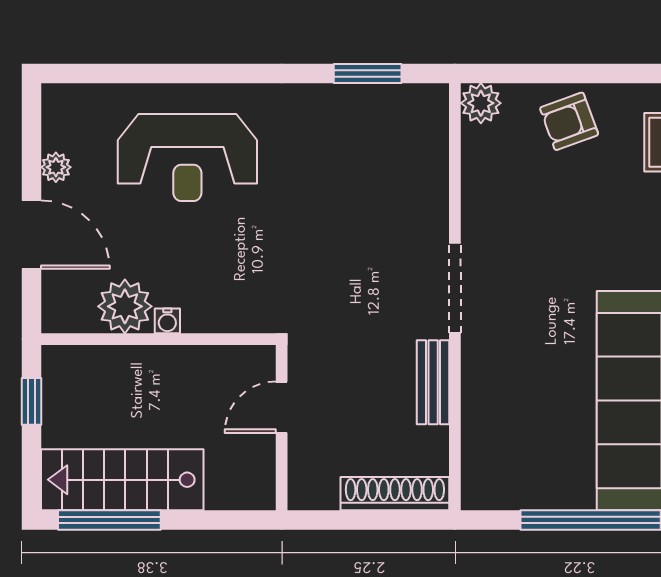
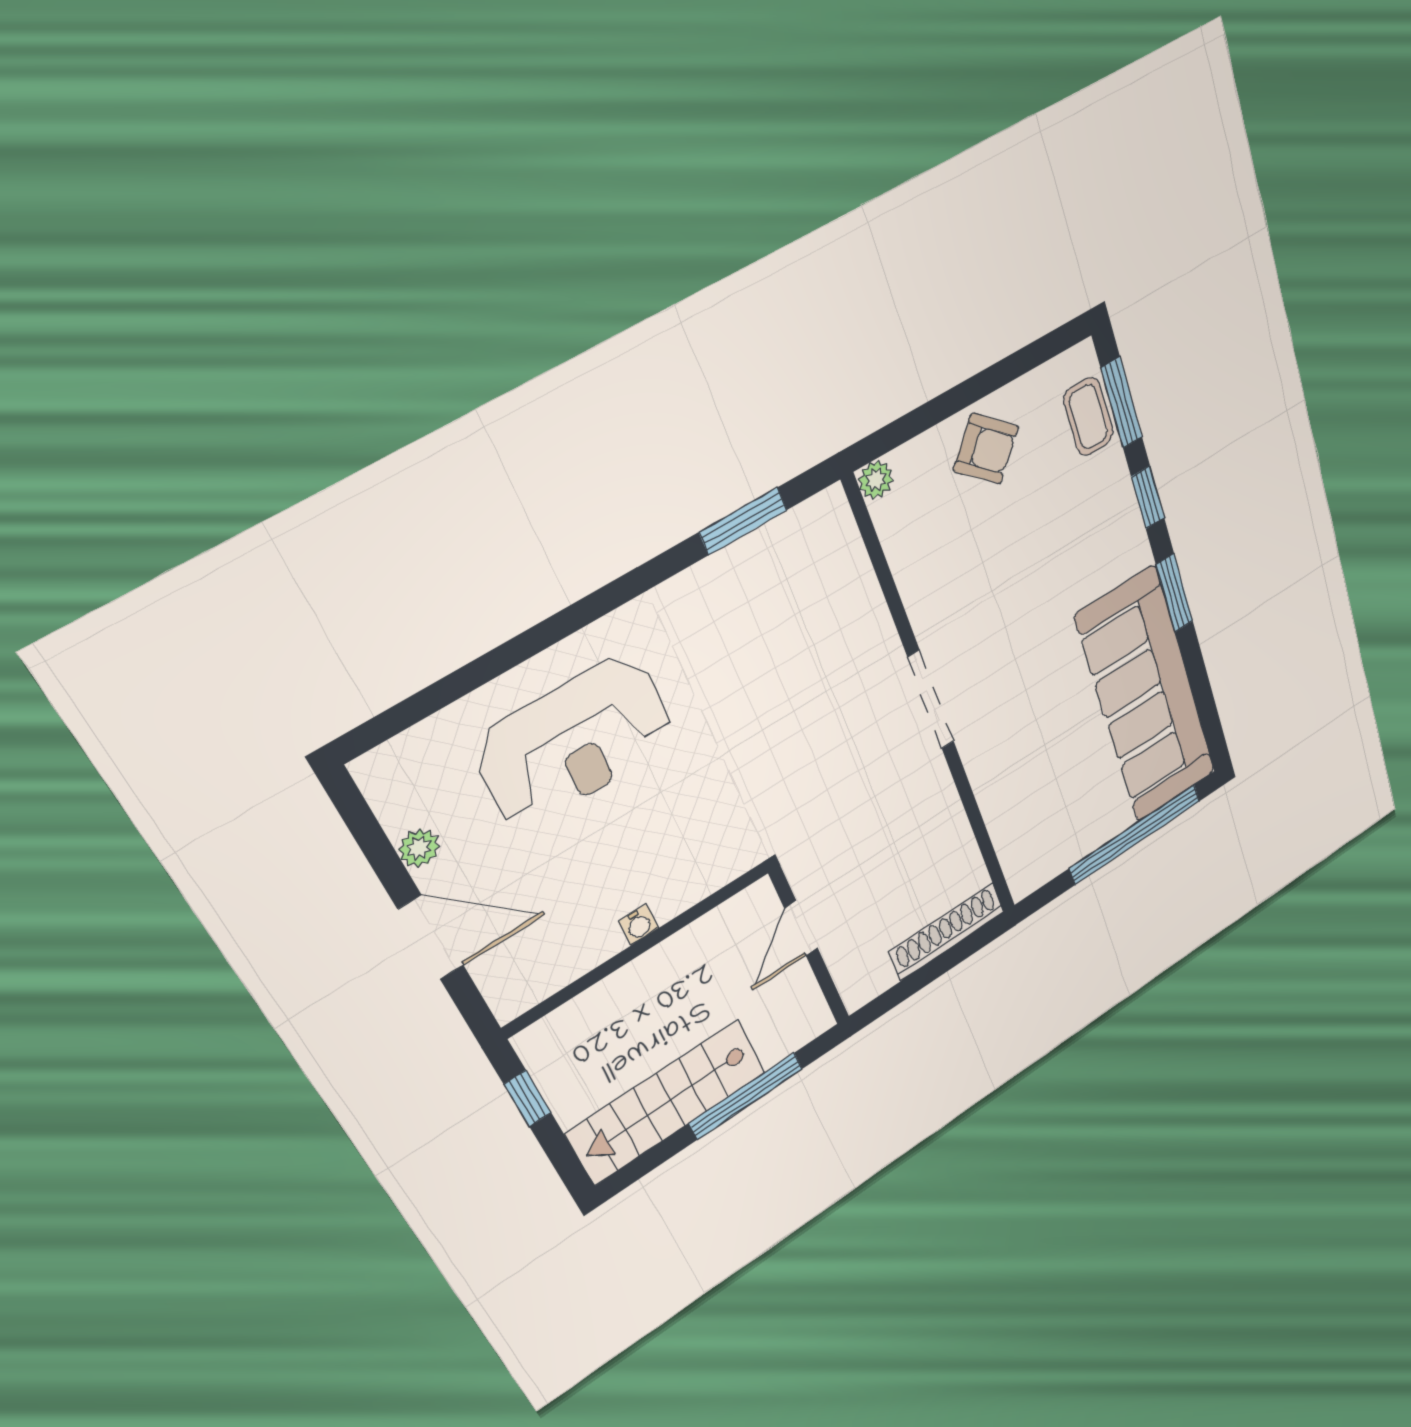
plant: (481, 103) -> (876, 480), width x0.73, depth x0.73
armchair: (569, 121) -> (986, 449), turned -119
plant: (125, 306) -> (583, 941), removed
bench: (433, 382) -> (944, 806), removed
window: (109, 520) -> (746, 1096), moved

